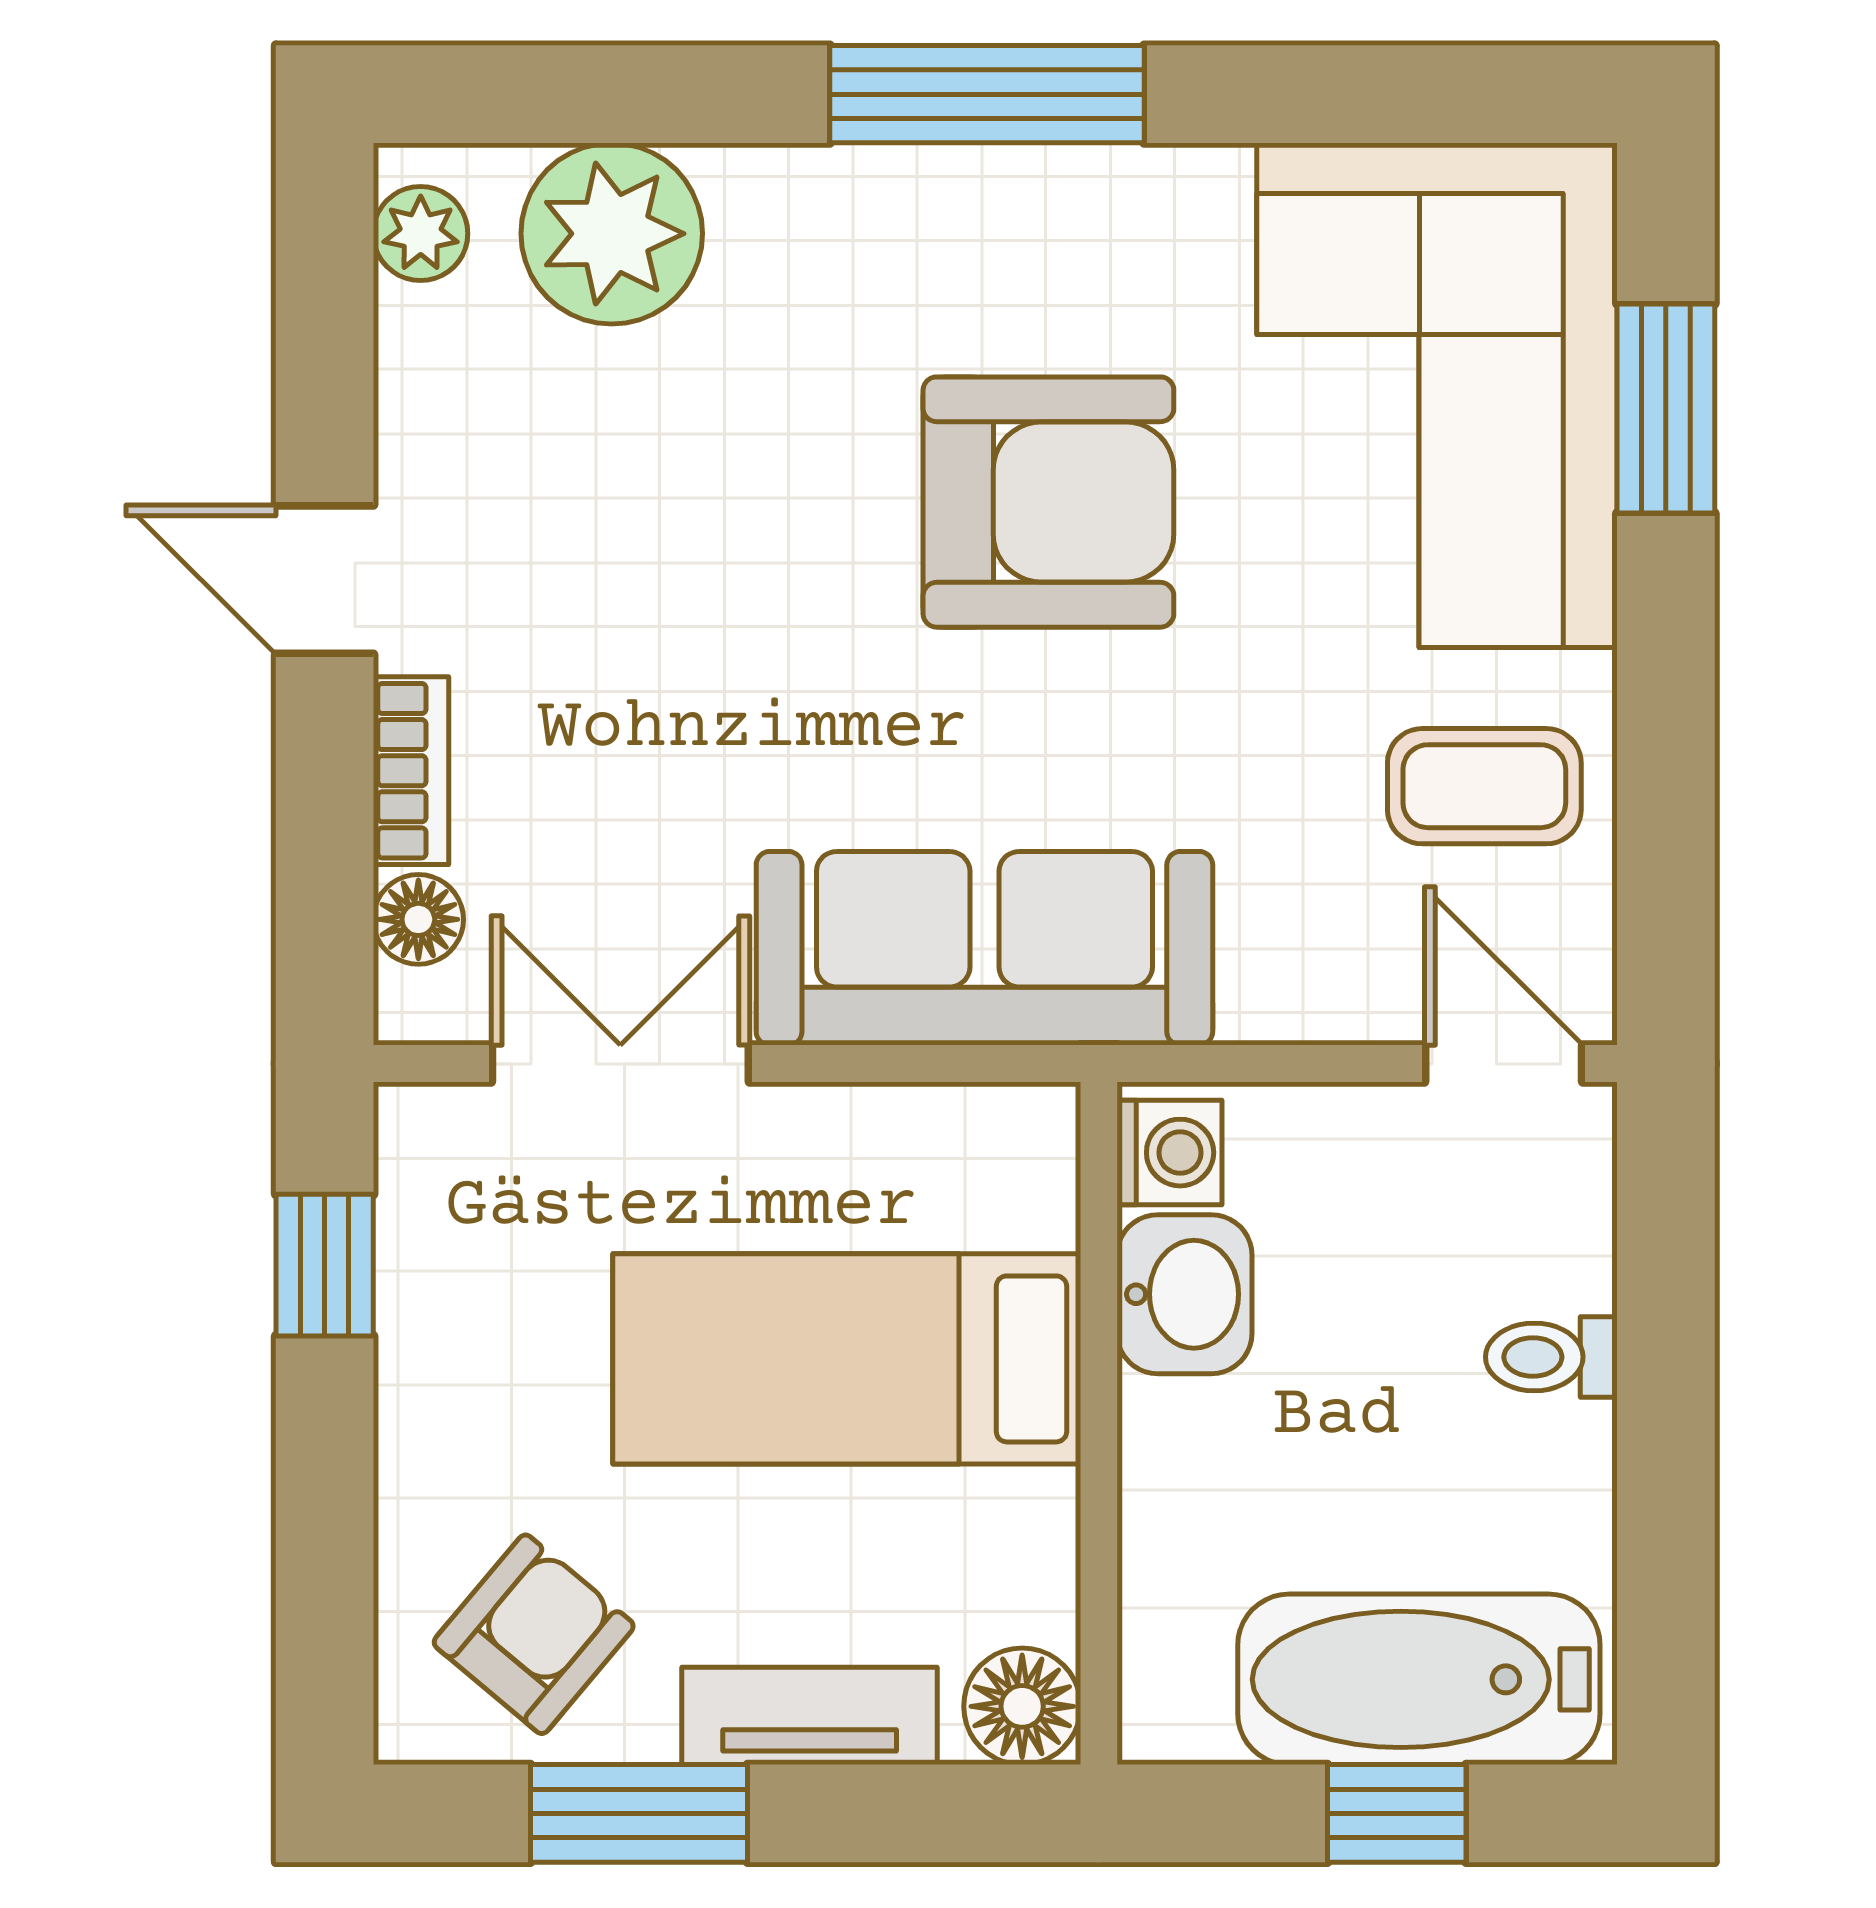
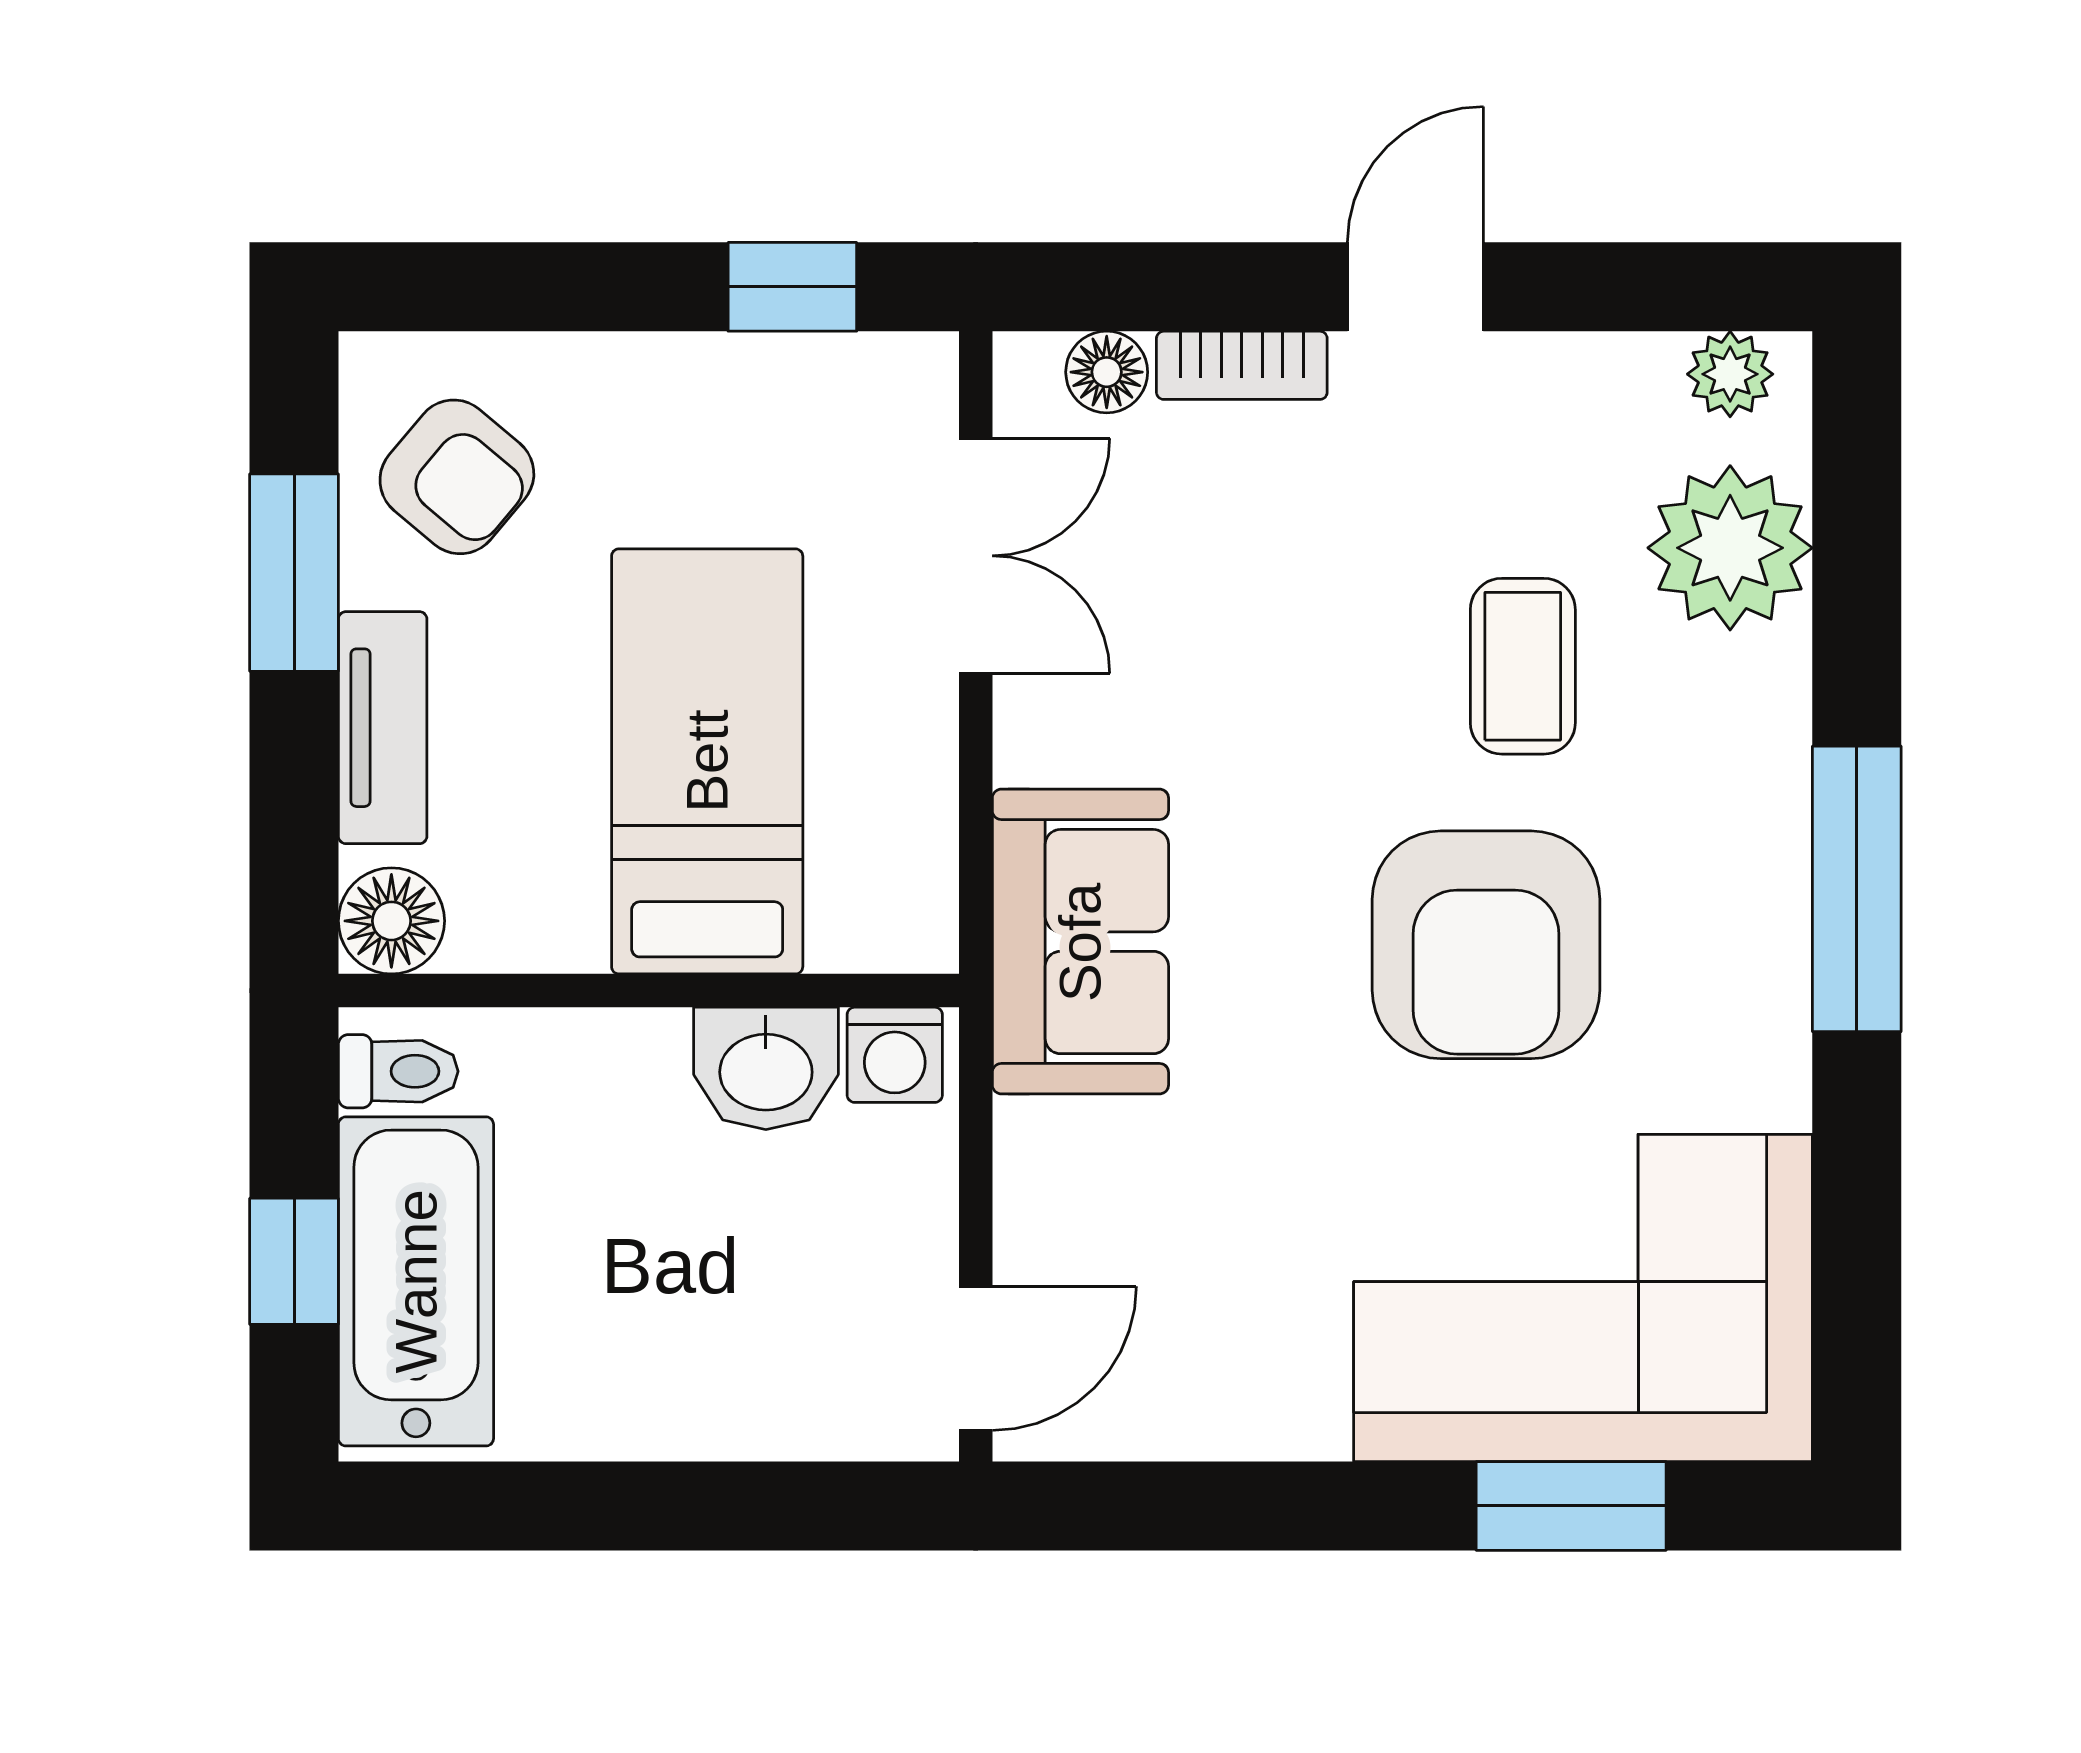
coffee table: (1484, 786) -> (1523, 666), moved
sofa: (984, 948) -> (1080, 942), width x0.73
toilet: (1551, 1357) -> (398, 1071), moved, turned 90

